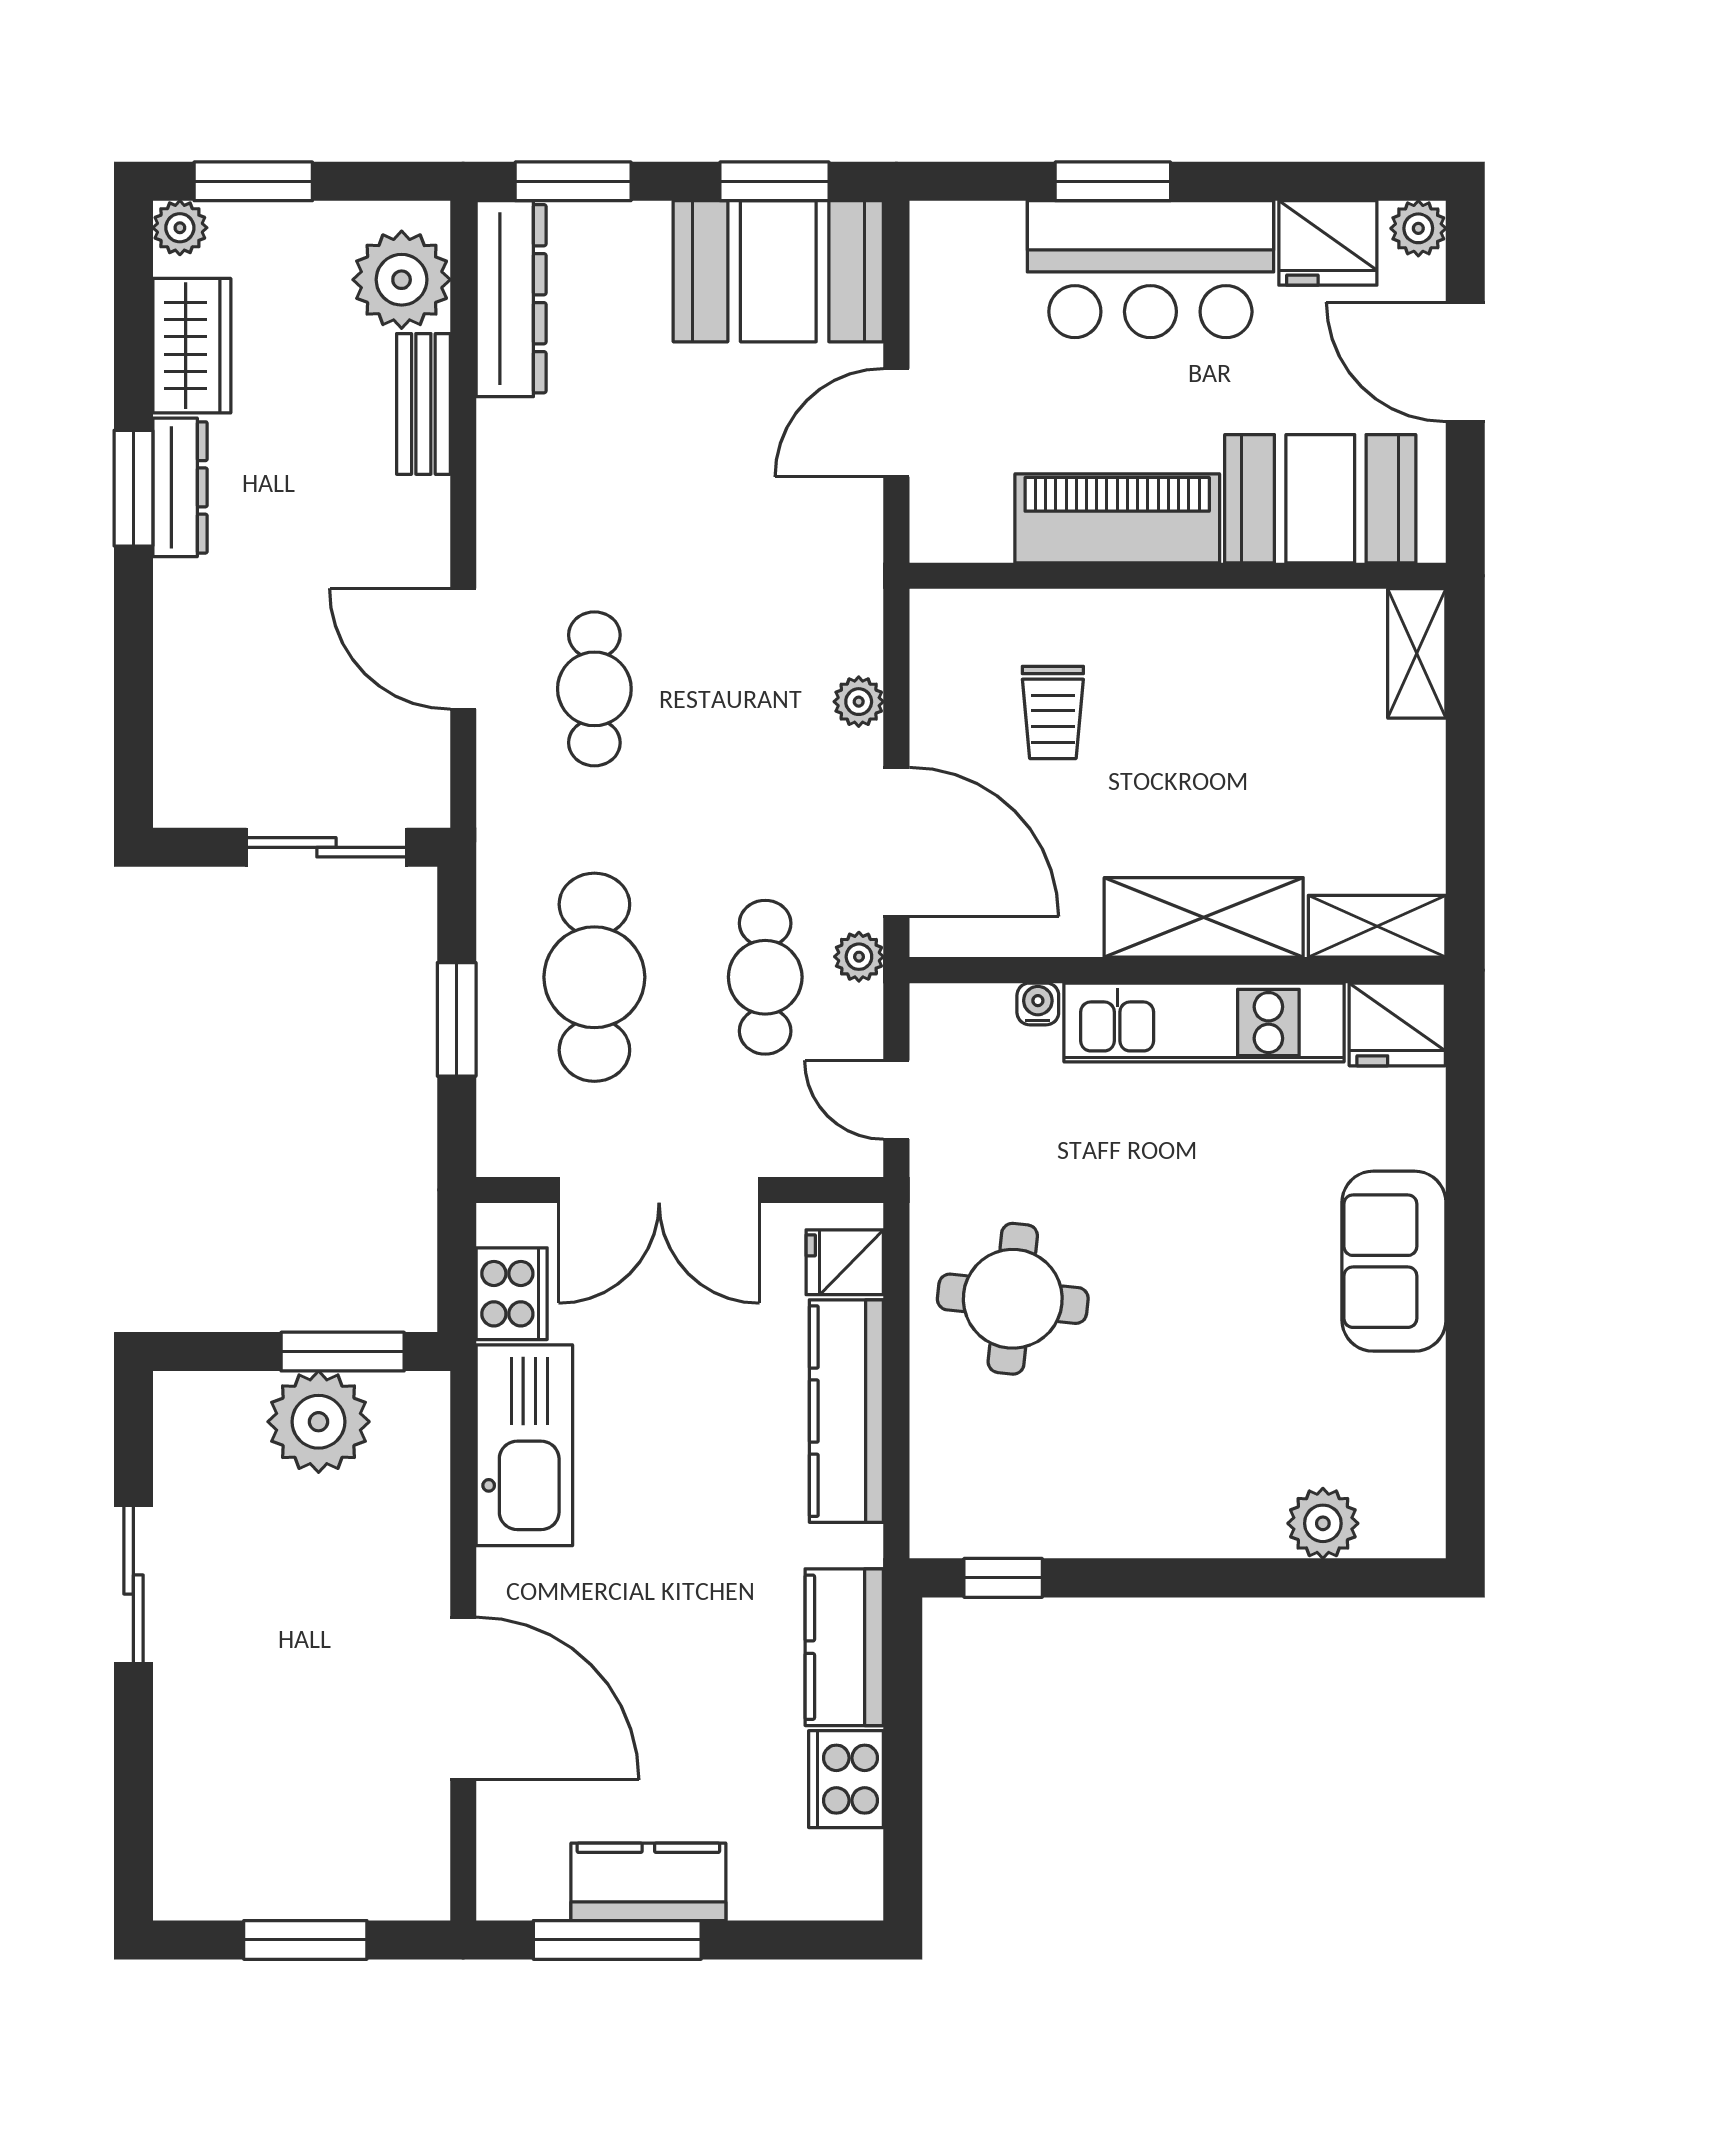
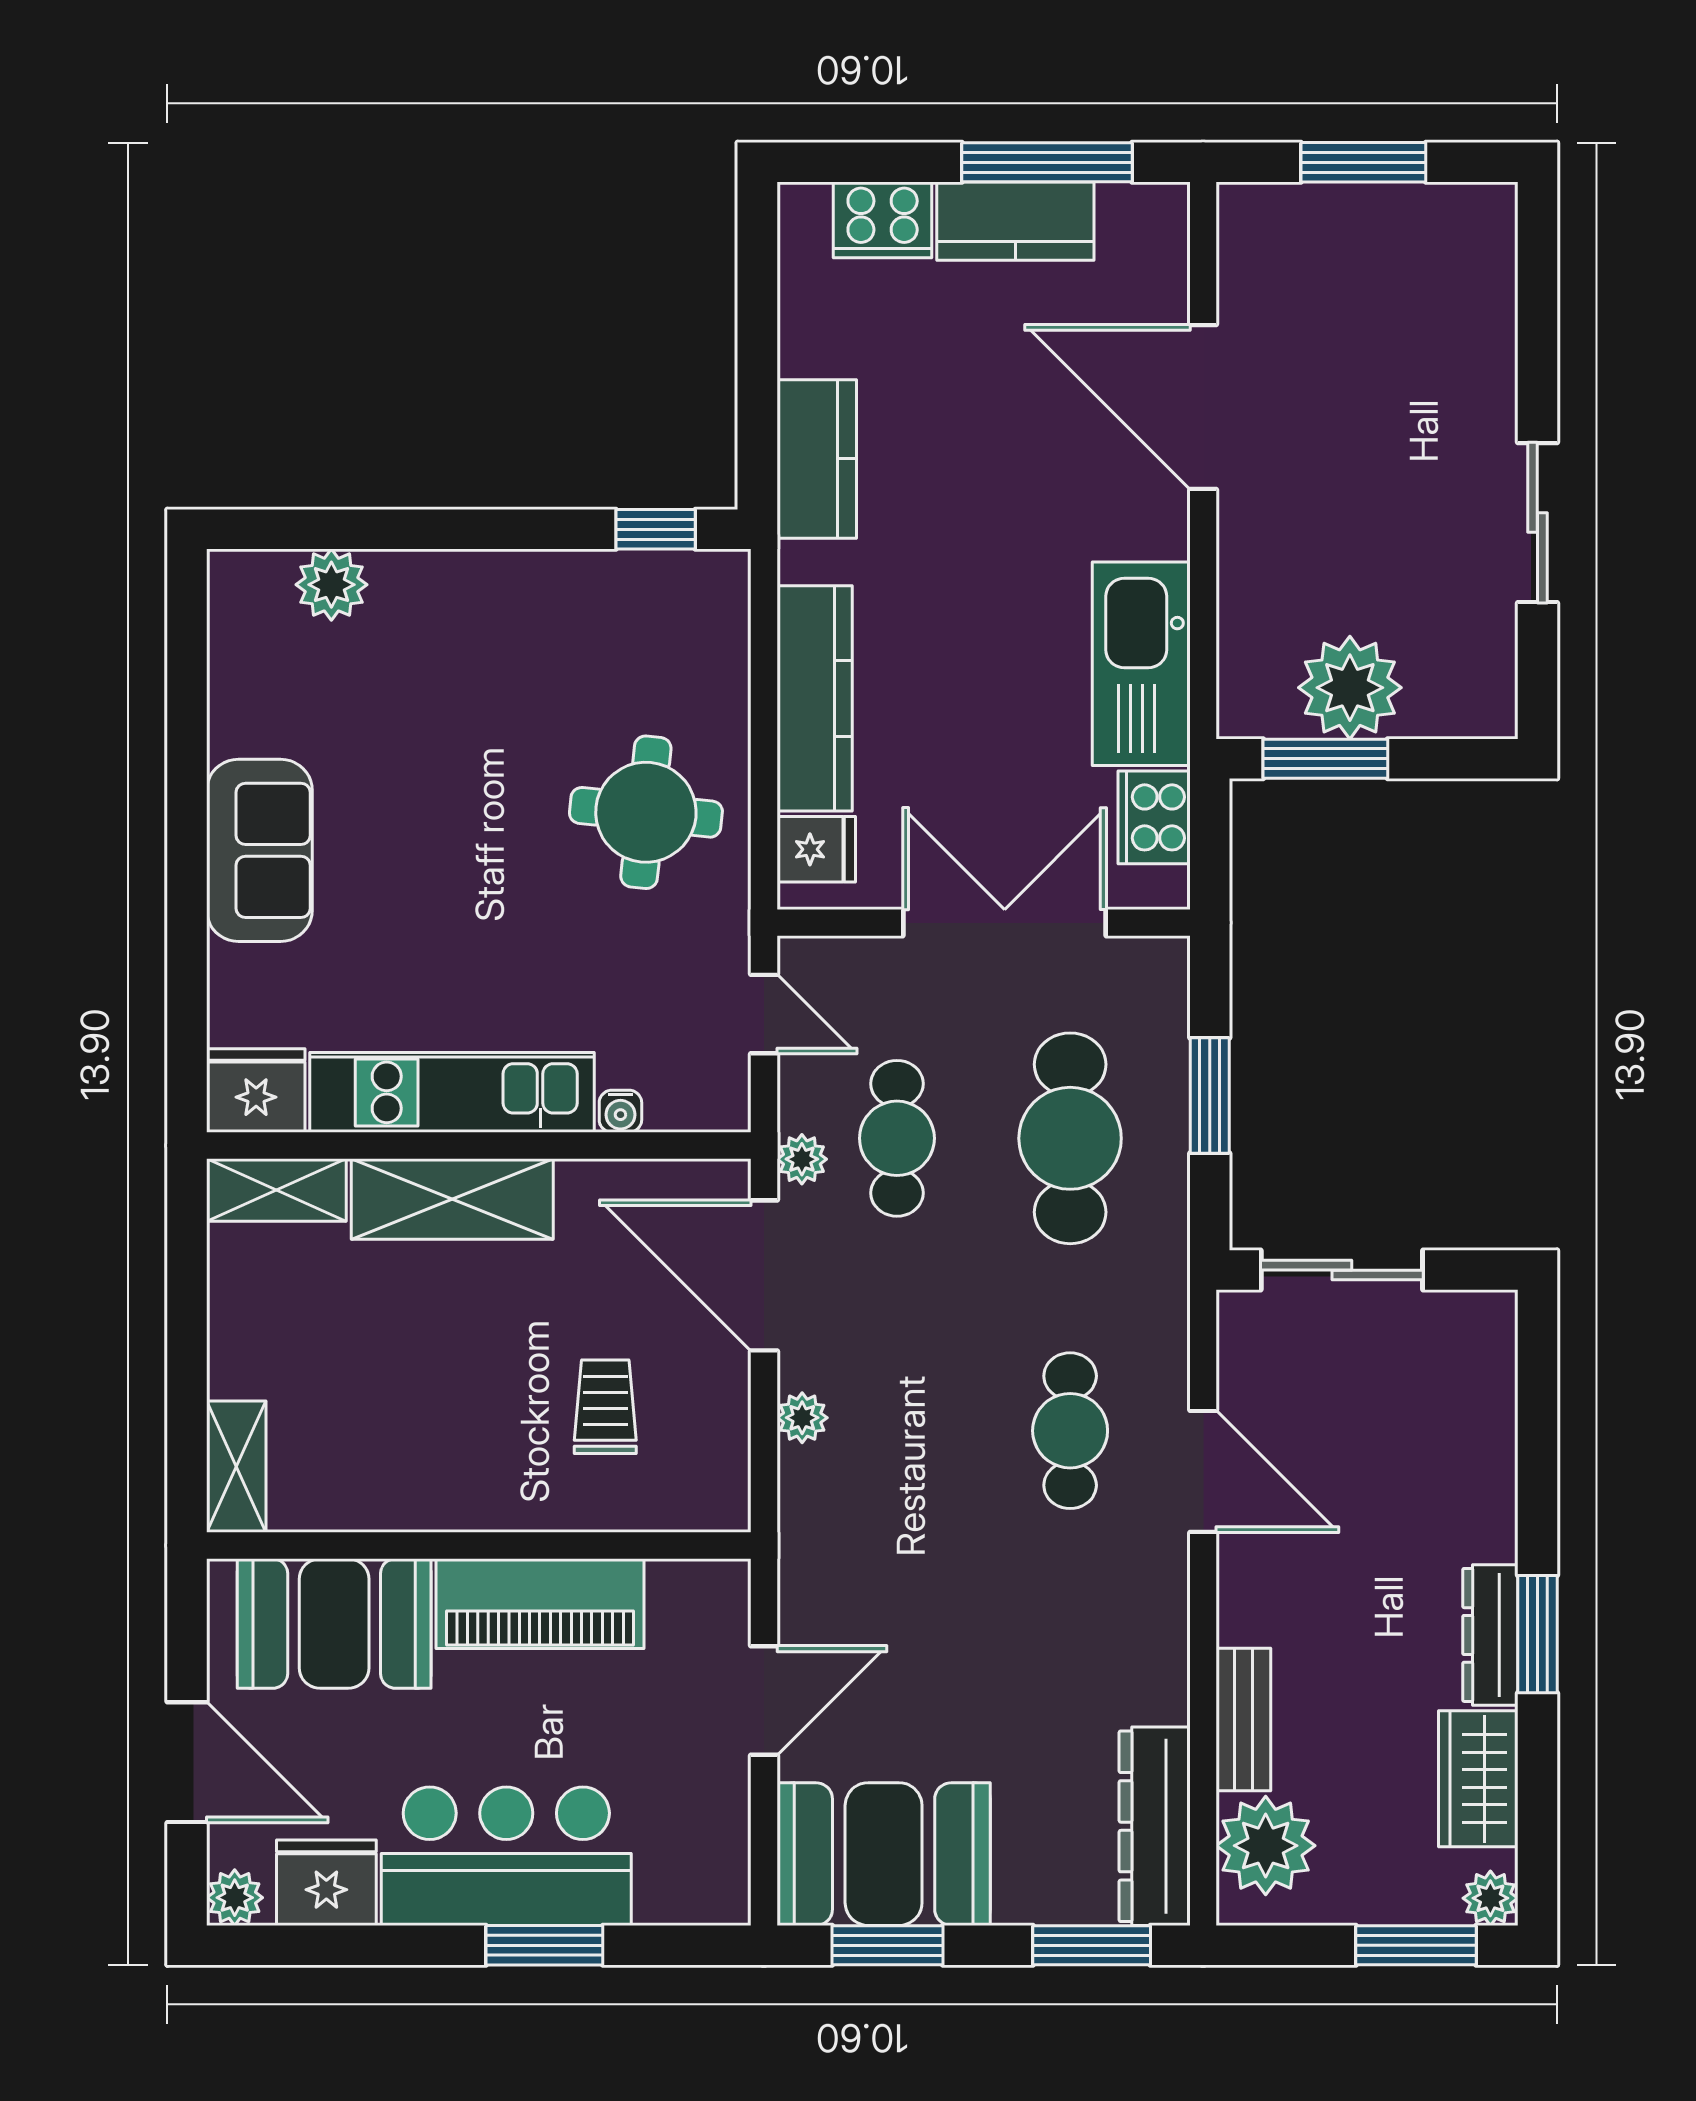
cooker: (846, 1779) -> (883, 220), moved, turned 90

